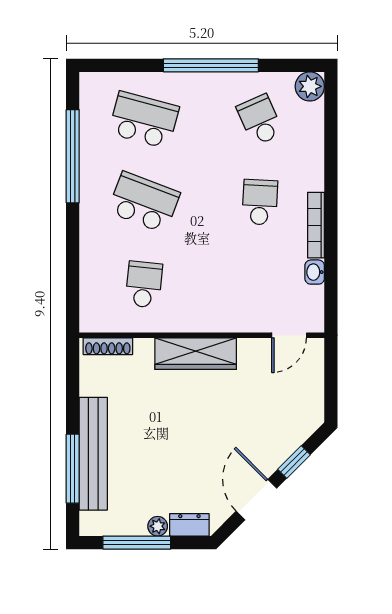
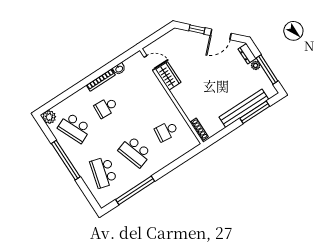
school desk: (260, 120) -> (75, 128), width x1.85
school desk: (144, 202) -> (135, 152), turned -39
wardrobe: (196, 354) -> (168, 76), moved, width x0.67

